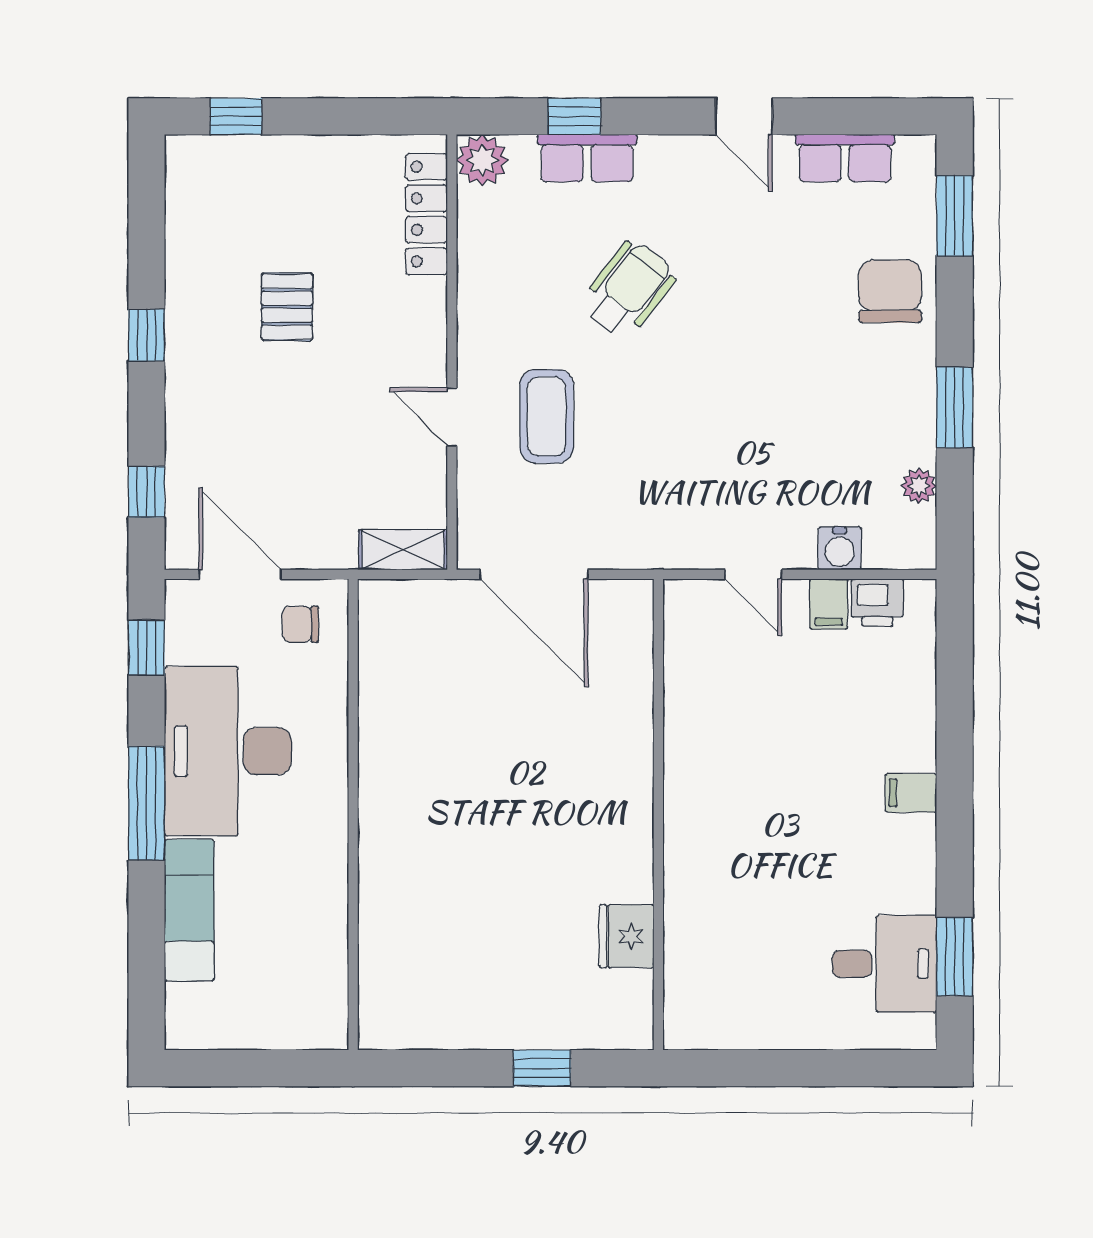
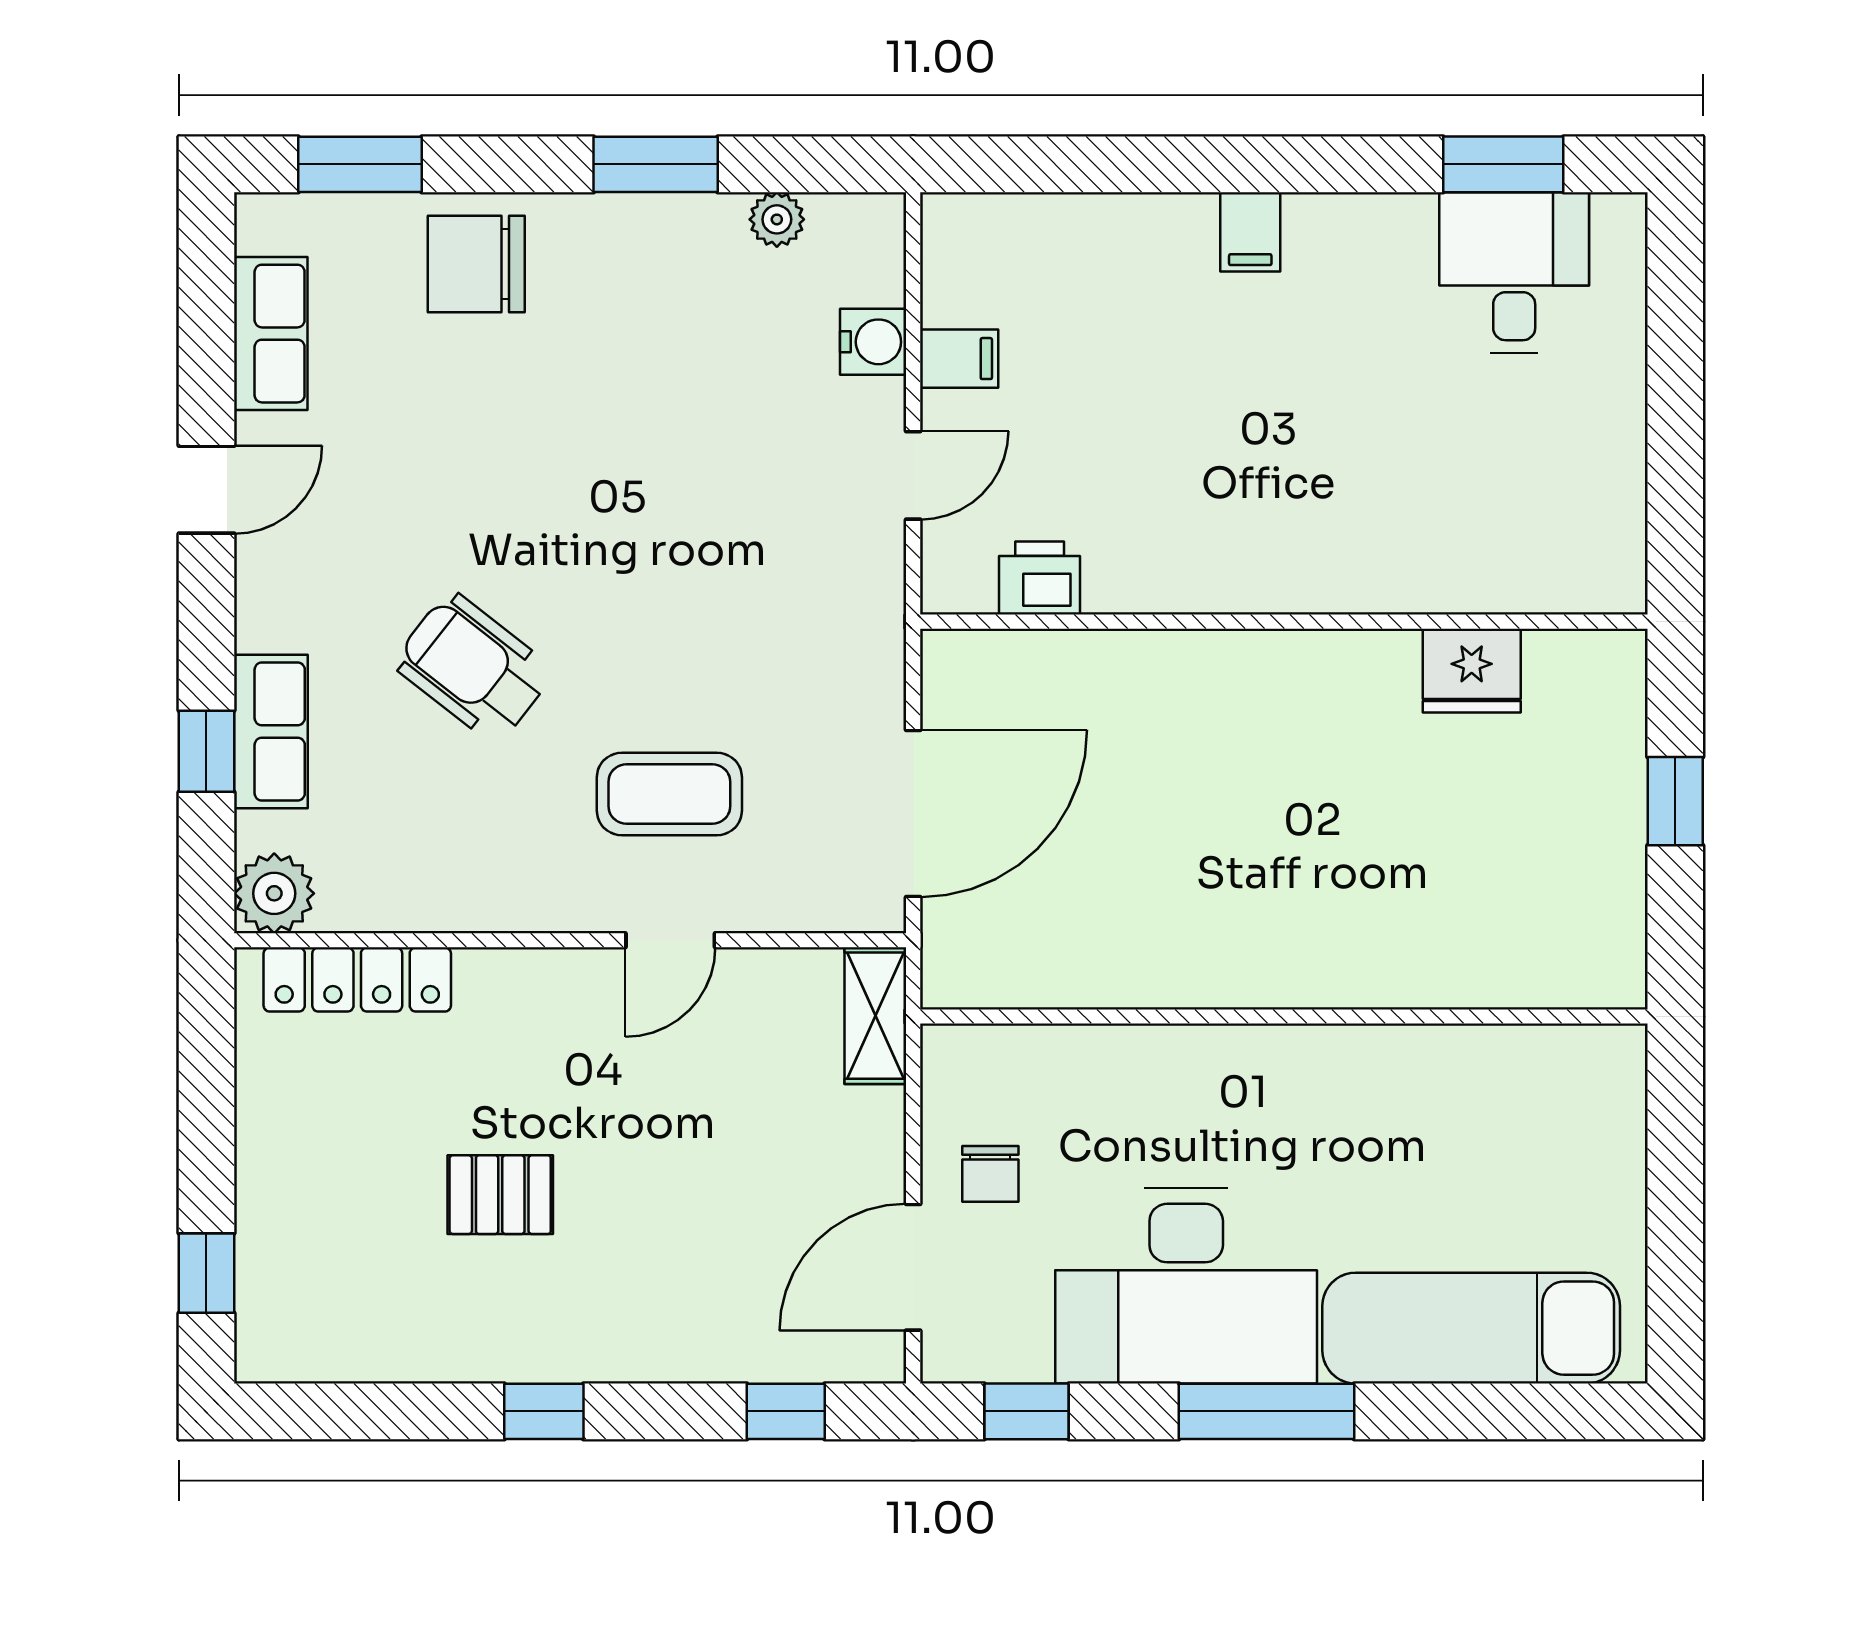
printer: (877, 603) -> (1040, 578), moved, turned -90
wall: (353, 814) -> (1284, 1017), moved
exam couch: (189, 910) -> (1471, 1328), width x1.36, depth x1.45

